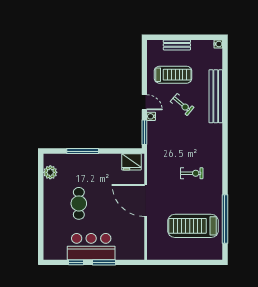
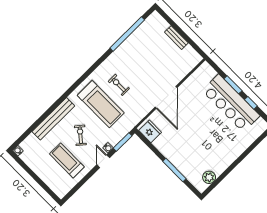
bench: (177, 45) -> (176, 38), moved
cafe table: (79, 203) -> (211, 139), removed
treadmill: (193, 226) -> (101, 104), moved
bar counter: (91, 247) -> (231, 103), width x1.36

